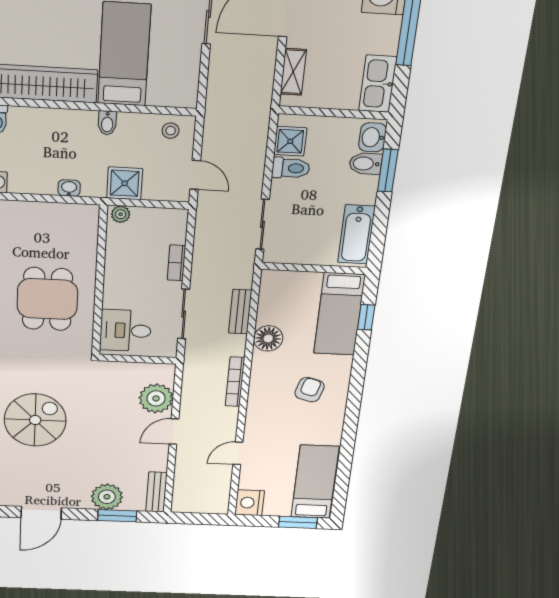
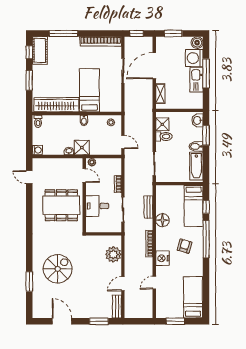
kitchen sink: (378, 84) -> (196, 80), moved
bidet: (366, 164) -> (196, 146), moved
shower: (125, 183) -> (82, 148), moved
door: (102, 241) -> (84, 176), added
dining table: (47, 299) -> (61, 205), width x1.38
desk: (125, 331) -> (97, 206), moved
window: (357, 379) -> (206, 239), added
door: (174, 431) -> (123, 284), moved
plant: (107, 497) -> (93, 310), removed
nightstand: (249, 503) -> (162, 258), moved
door: (41, 513) -> (62, 321), swing flipped
window: (298, 522) -> (175, 321), moved

